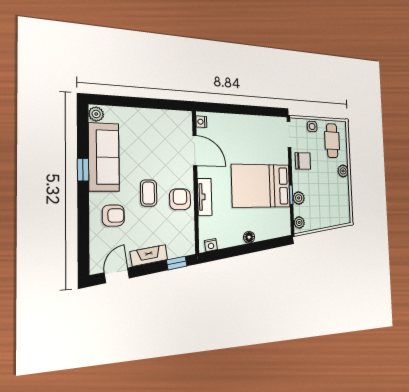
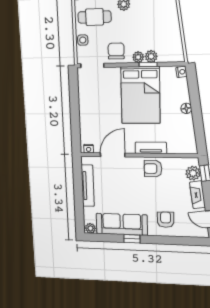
tv unit: (155, 116) -> (88, 186), added
coffee table: (149, 193) -> (148, 193), removed
plant: (299, 223) -> (138, 57), moved
nightstand: (211, 245) -> (181, 72), moved
plant: (176, 248) -> (193, 173), added

